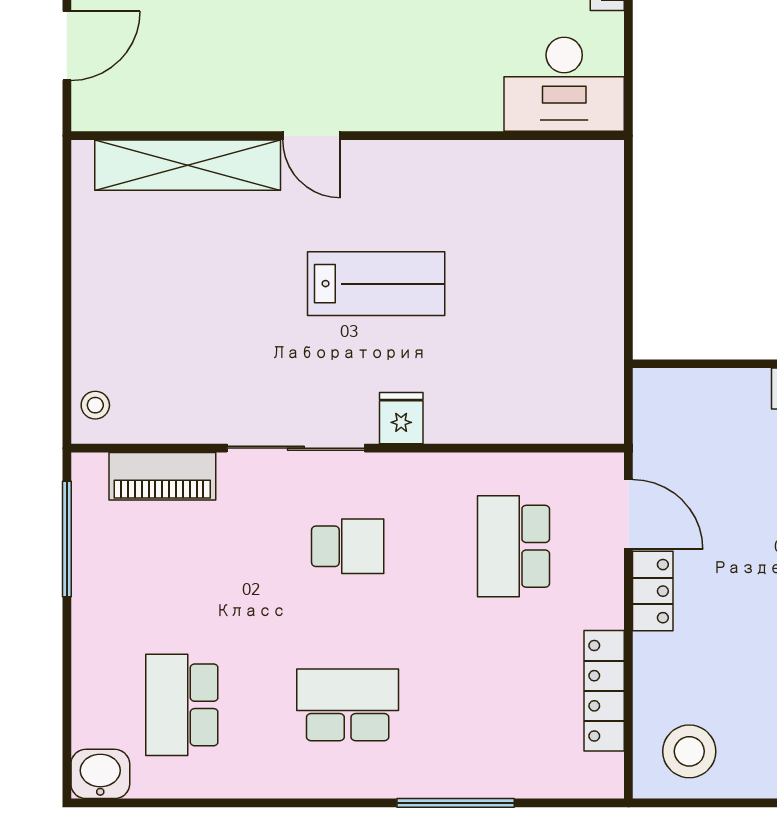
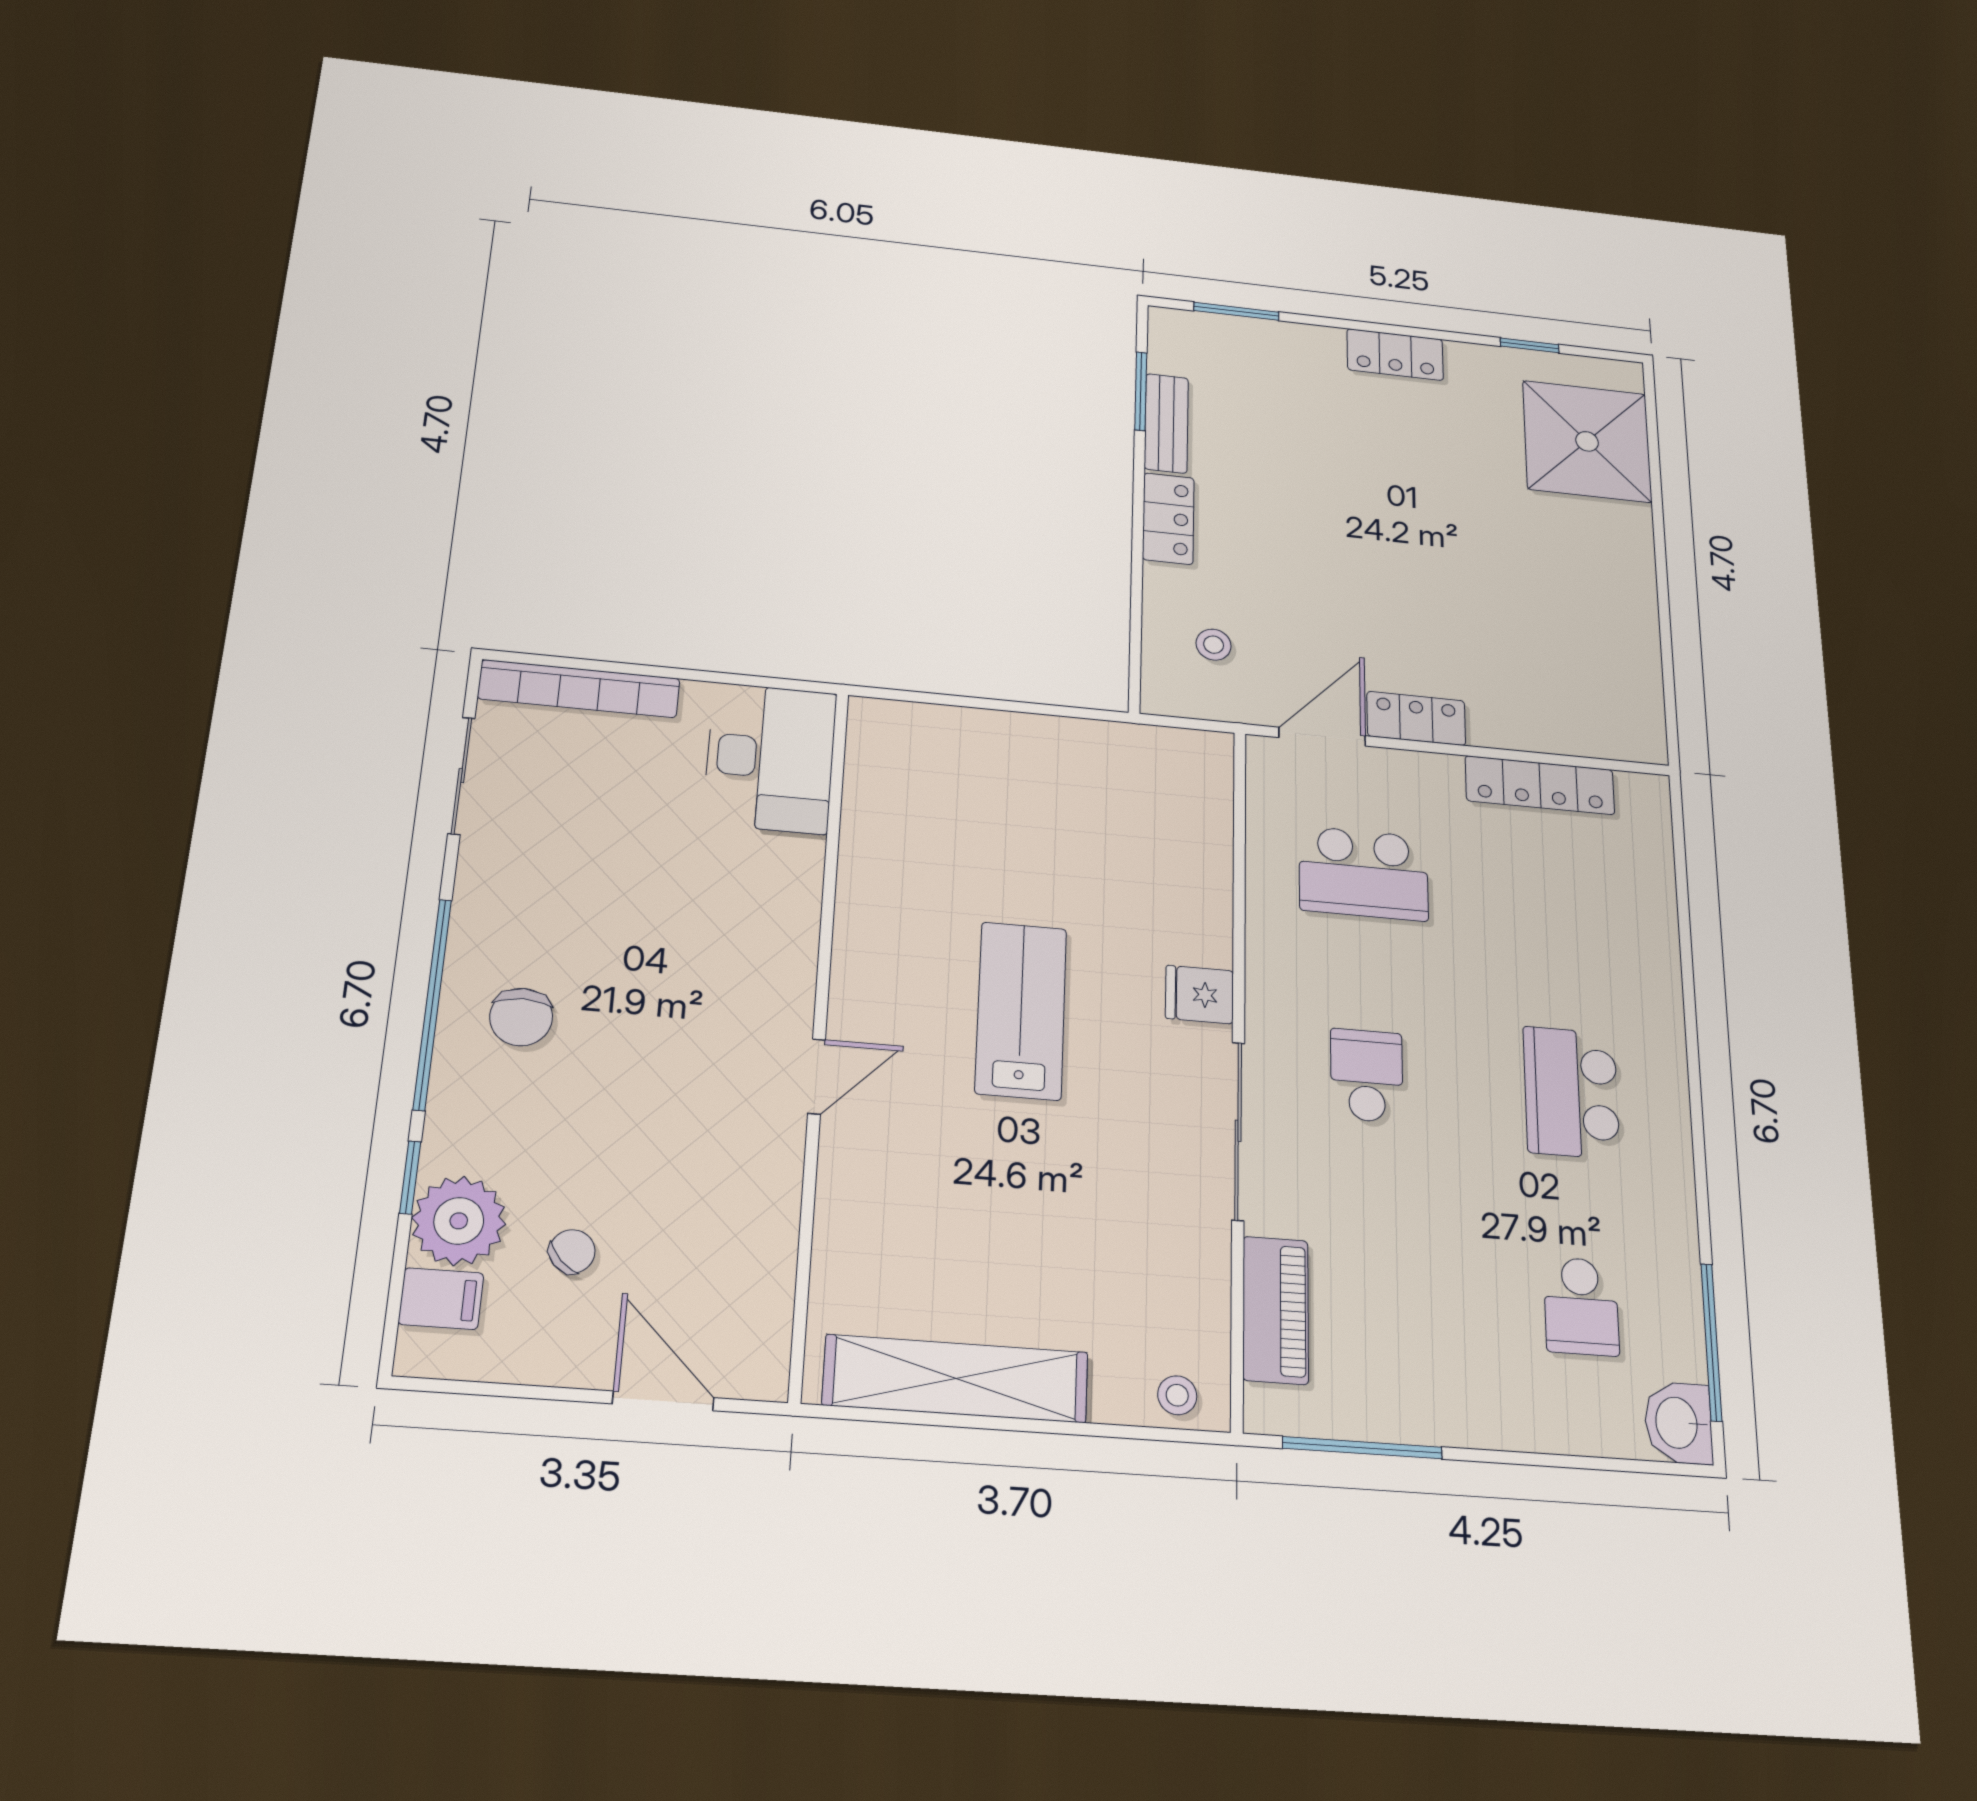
shelving: (188, 165) -> (956, 1379), moved, turned 90
school desk: (182, 705) -> (1581, 1306), width x0.54
stool: (689, 751) -> (1214, 645), moved, width x0.53, depth x0.53
window: (456, 803) -> (1711, 1342), moved

